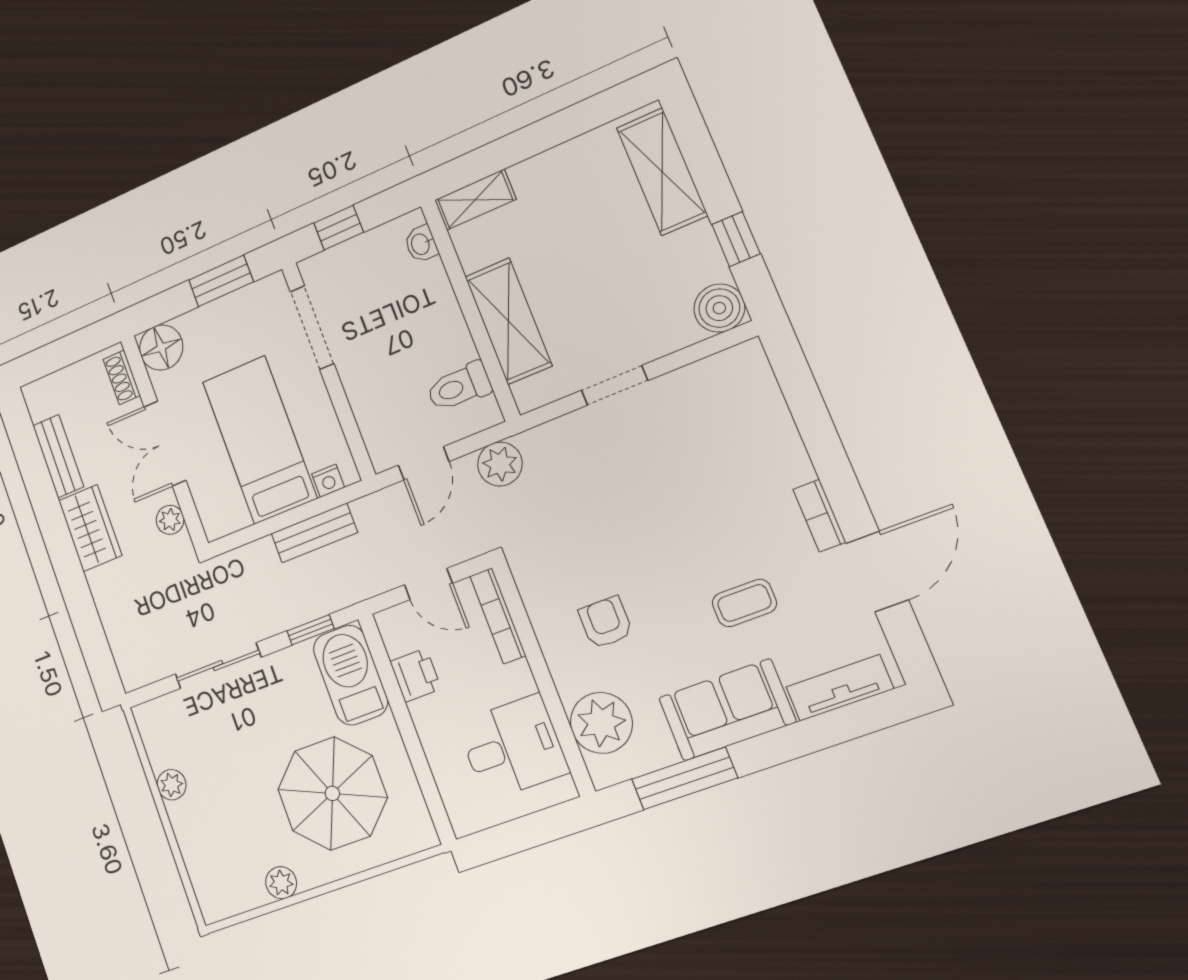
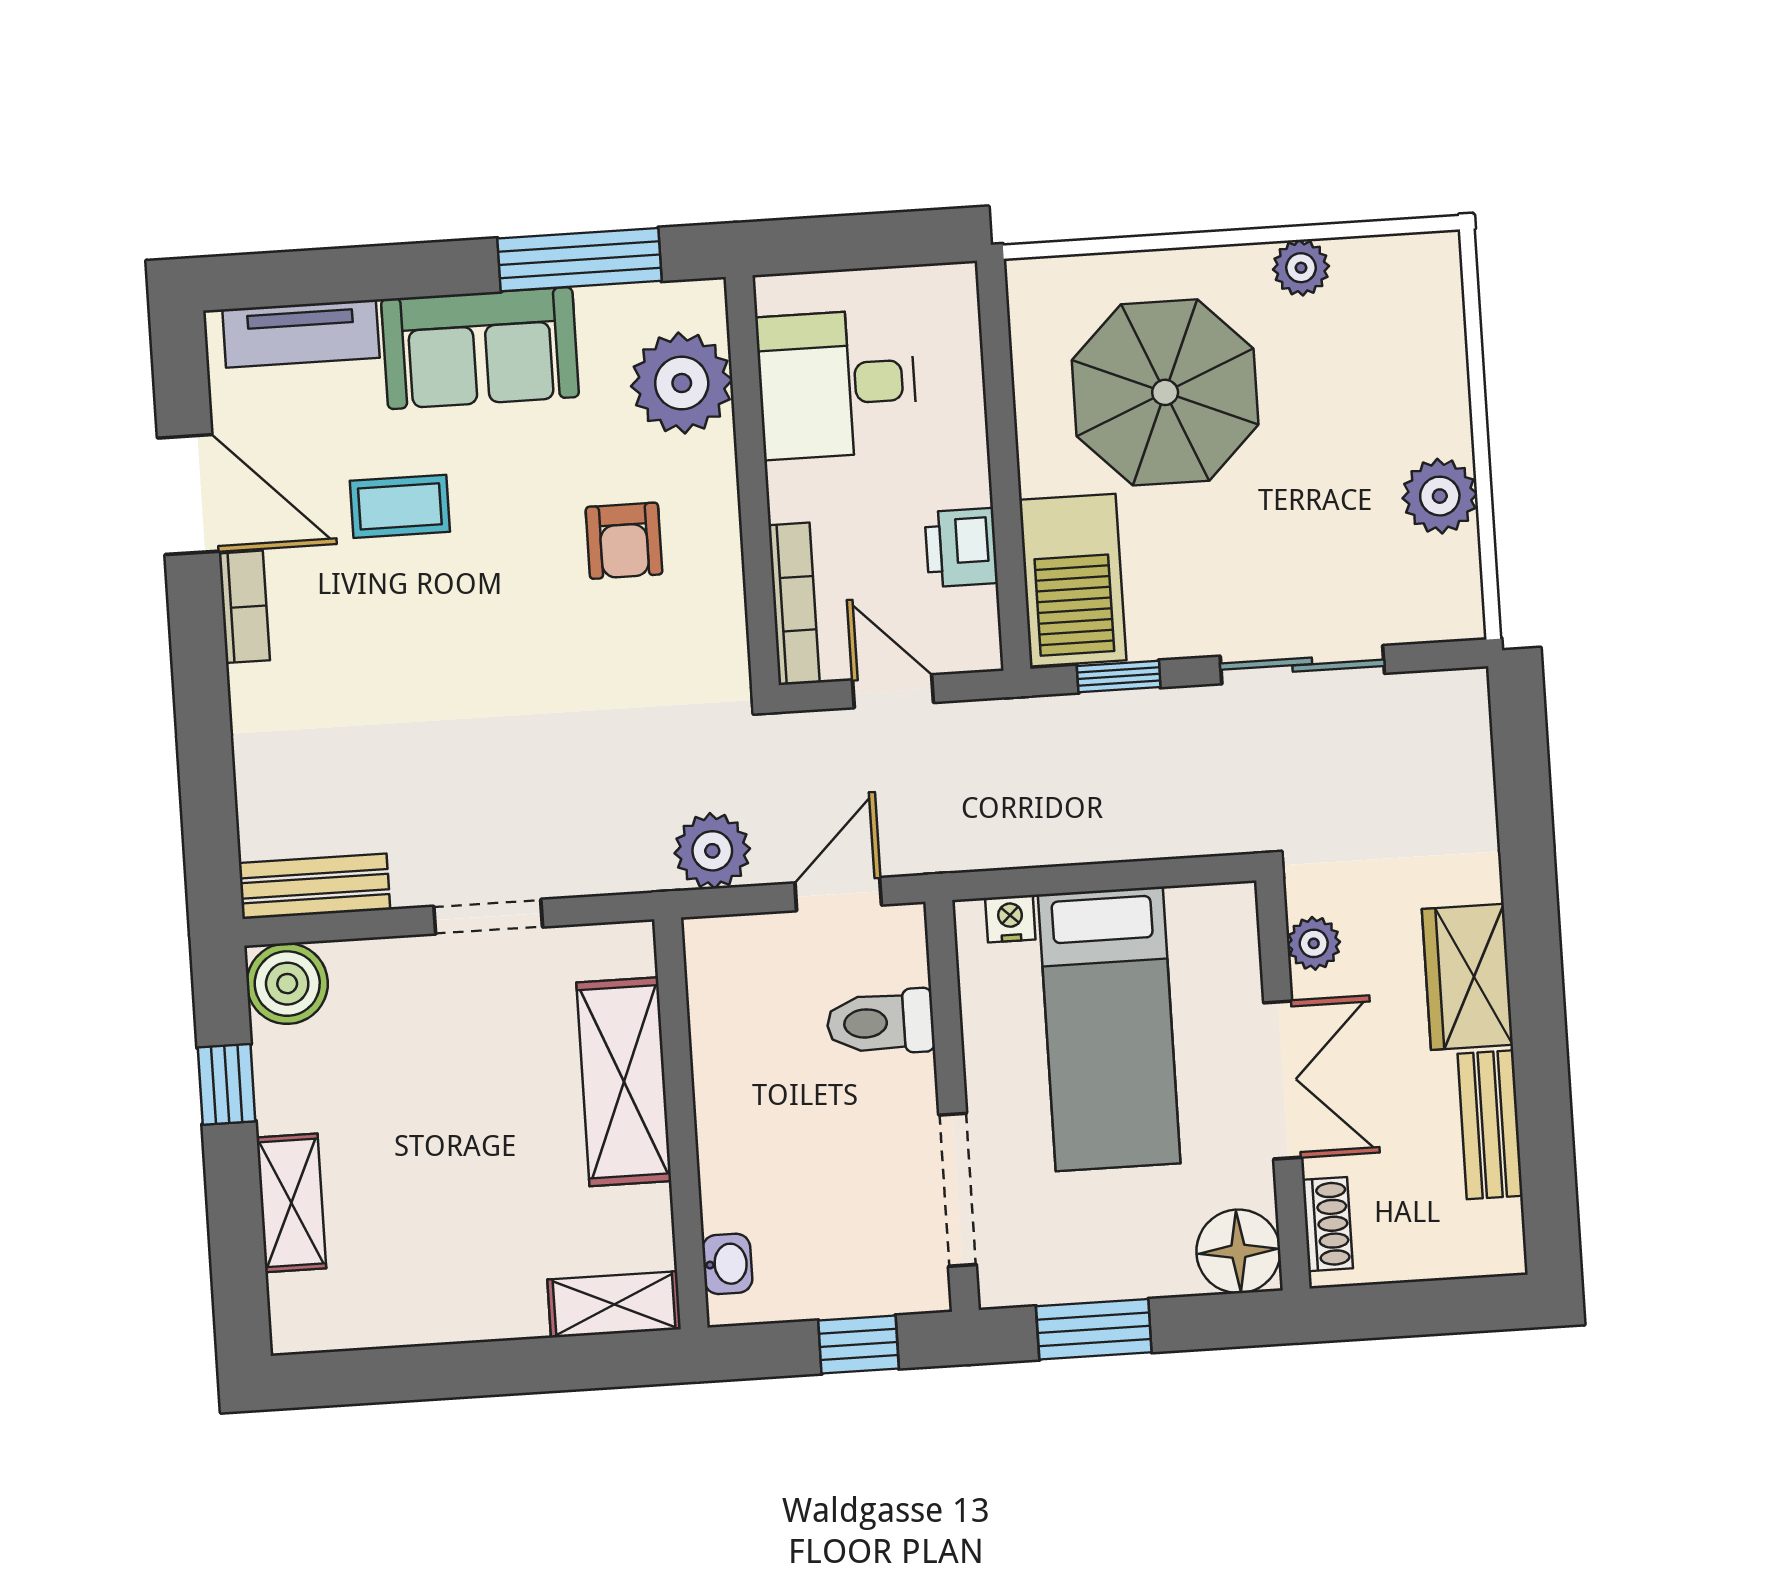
shelving: (662, 172) -> (291, 1203), width x0.67, depth x0.75
toilet: (459, 387) -> (880, 1022), moved, turned 180
bench: (314, 533) -> (314, 886), moved
door: (877, 571) -> (188, 495), swing flipped
plant: (172, 785) -> (1440, 496), width x1.38, depth x1.38

